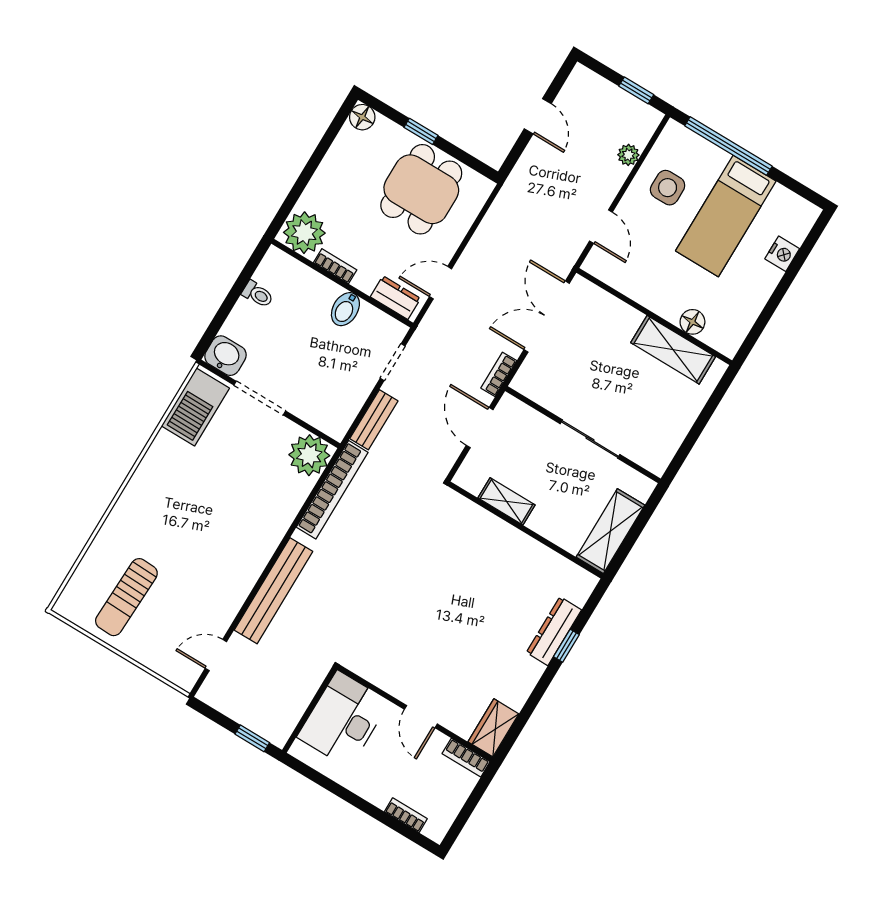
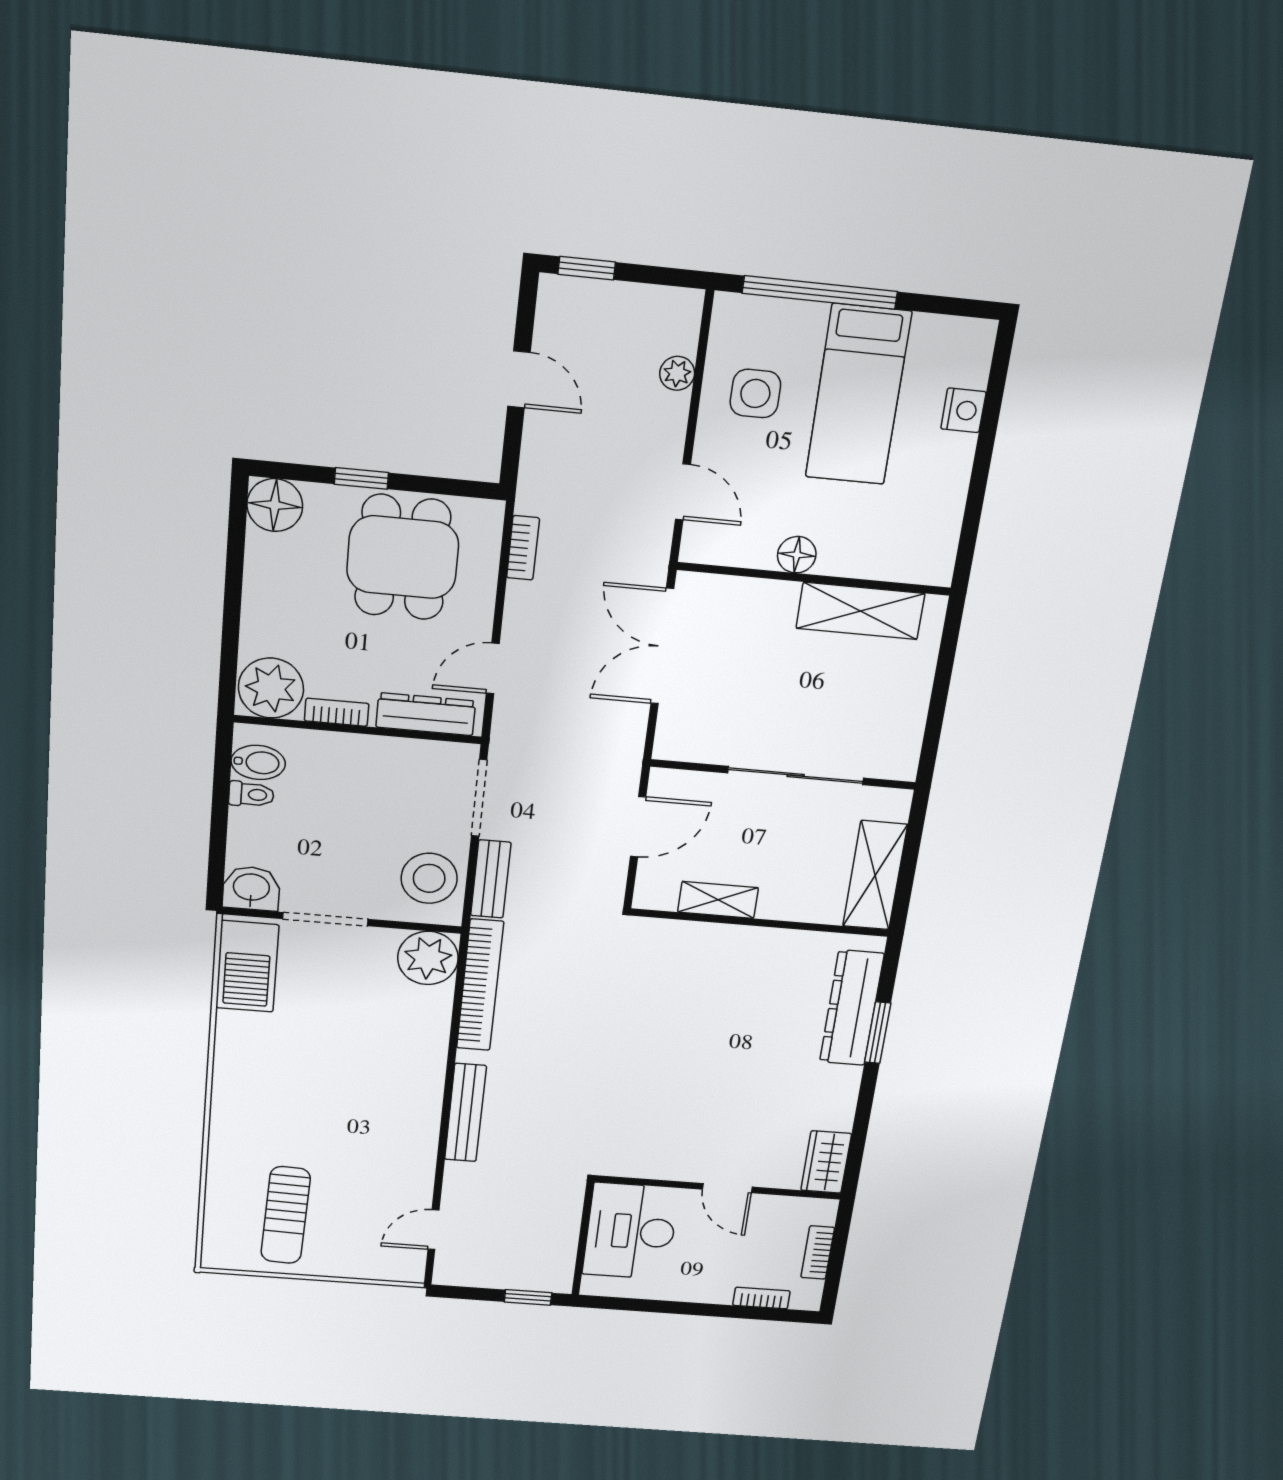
window: (636, 90) -> (587, 268), moved
floor lamp: (362, 117) -> (275, 505), width x1.38, depth x1.38
dresser: (395, 298) -> (426, 714), width x1.44
bidet: (345, 309) -> (258, 762), moved, turned -90
floor lamp: (692, 322) -> (797, 555), moved
doorway: (393, 362) -> (479, 798), width x1.38
bookcase: (499, 374) -> (523, 548), moved, turned 180
stool: (337, 401) -> (429, 878), added
door: (480, 428) -> (638, 827), swing flipped
sliding door: (590, 439) -> (796, 776), width x1.37
bench: (274, 591) -> (465, 1113), width x0.73, depth x0.82
dresser: (554, 631) -> (852, 1008), width x1.37, depth x1.24
window: (566, 646) -> (878, 1033), width x1.50
bookcase: (466, 758) -> (818, 1253), moved, turned 90

